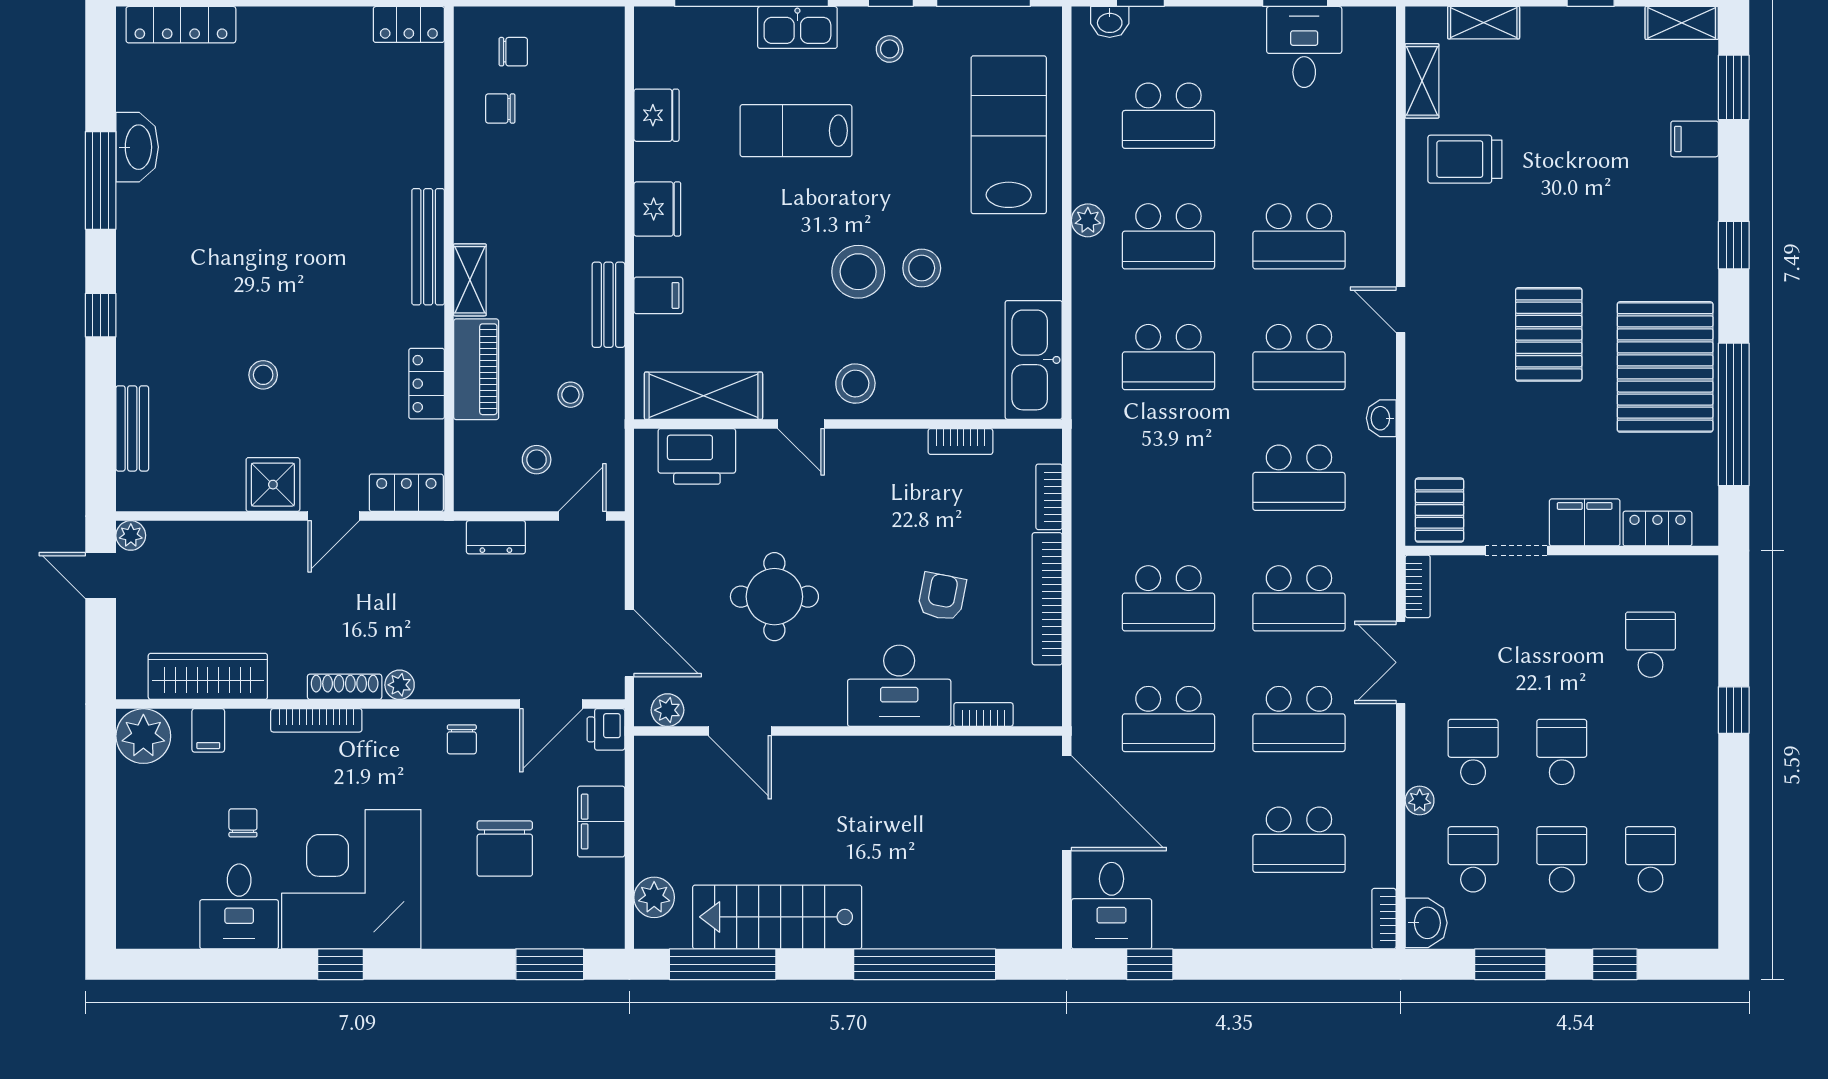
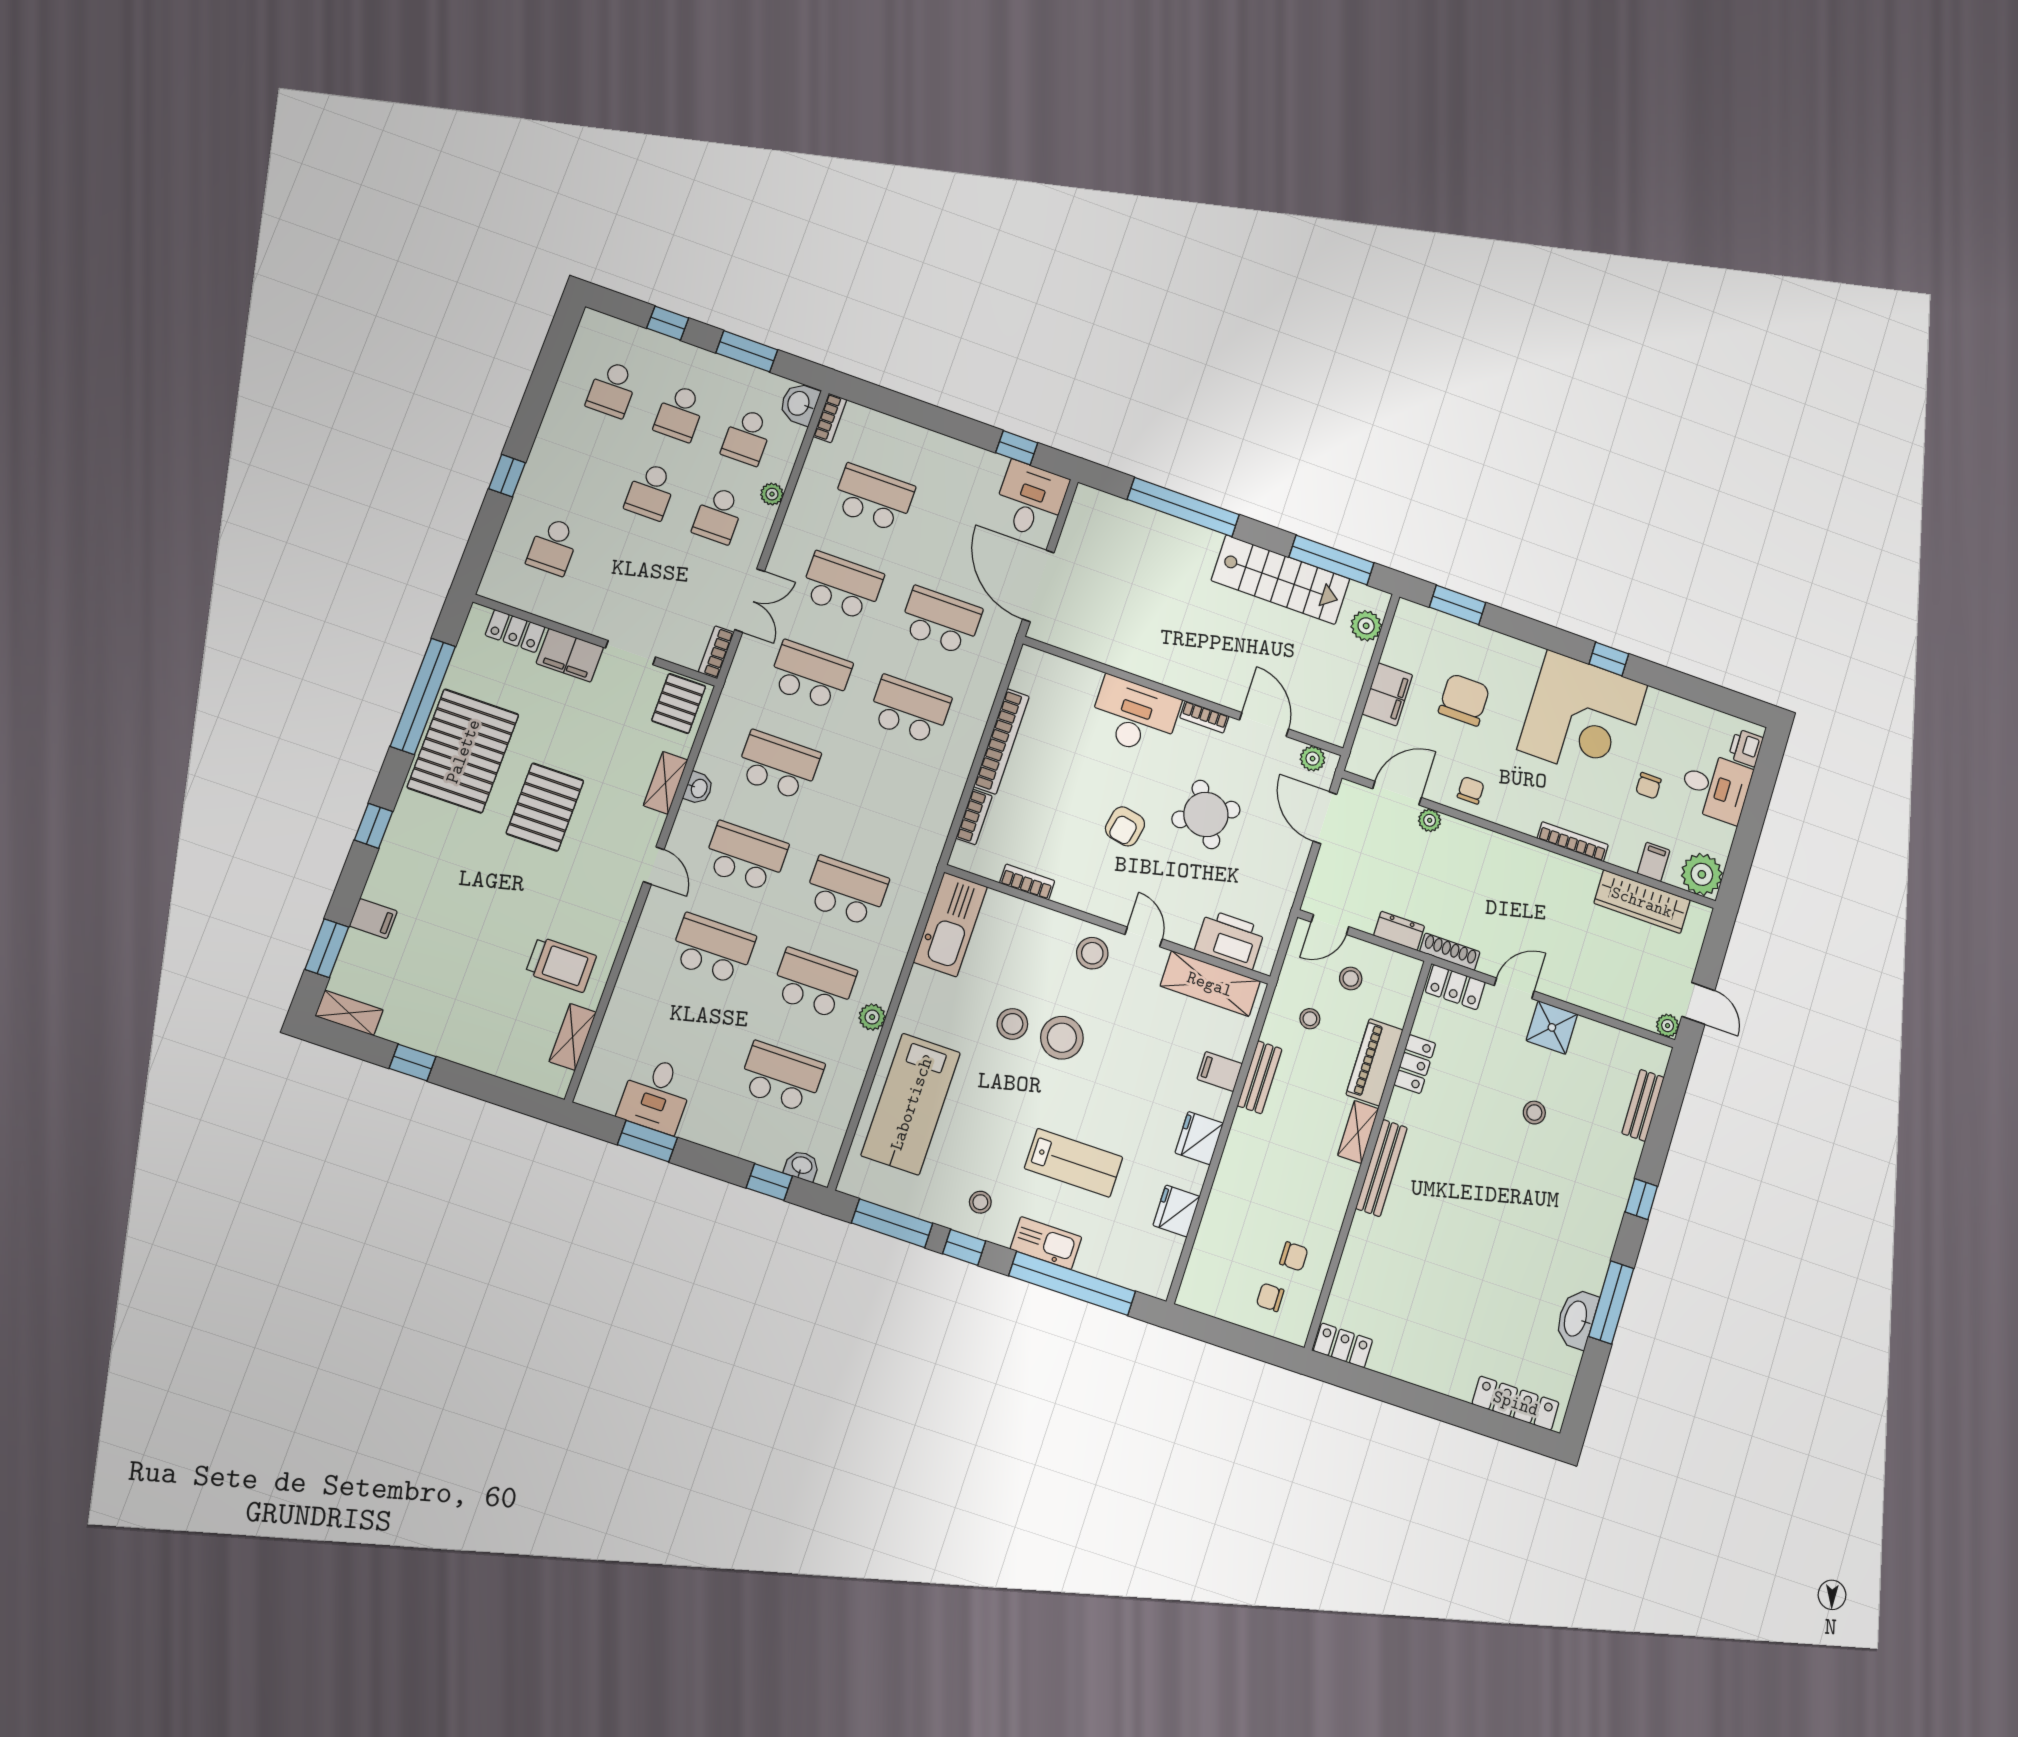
shelving: (1484, 23) -> (665, 783), moved, turned 90
round table: (774, 597) -> (1206, 814), turned -30
armchair: (942, 597) -> (1125, 826), moved
plant: (400, 685) -> (1430, 820), moved
shoe rack: (345, 687) -> (1450, 952), moved, turned 180
bookcase: (983, 715) -> (1204, 717), moved
printer: (606, 729) -> (1746, 748), moved, turned 180
desk: (239, 906) -> (1715, 787), moved, turned 90

